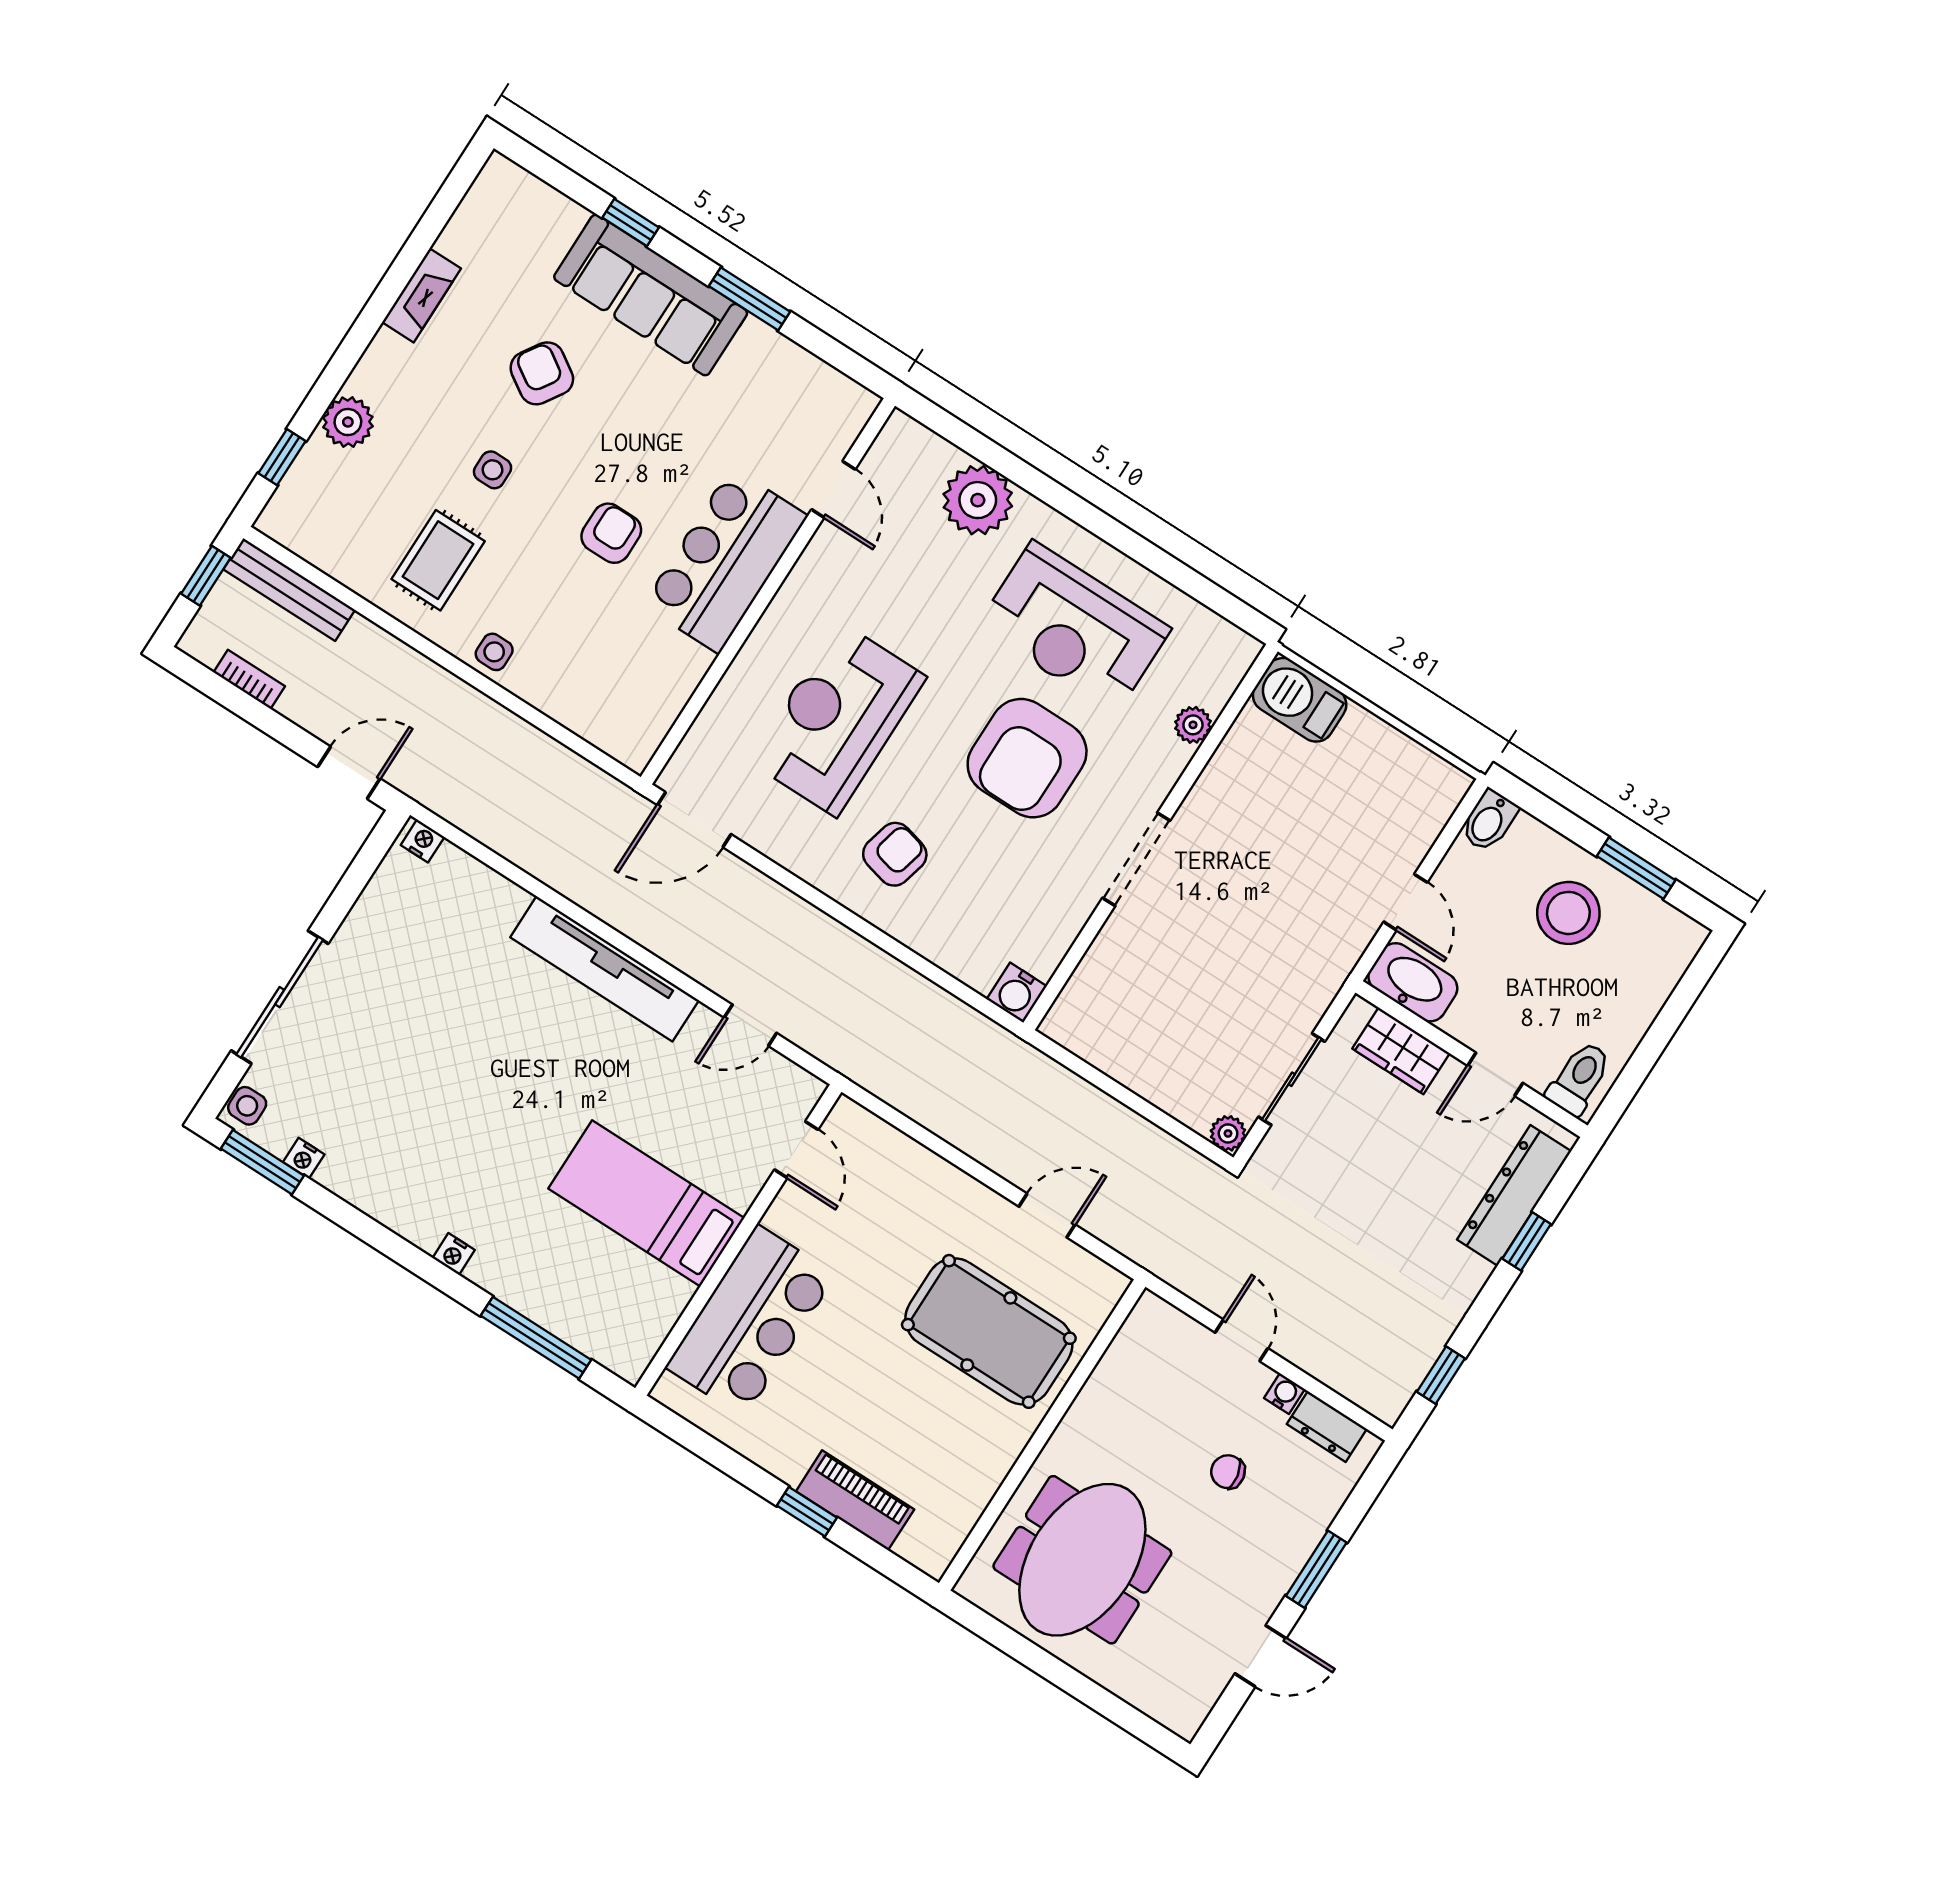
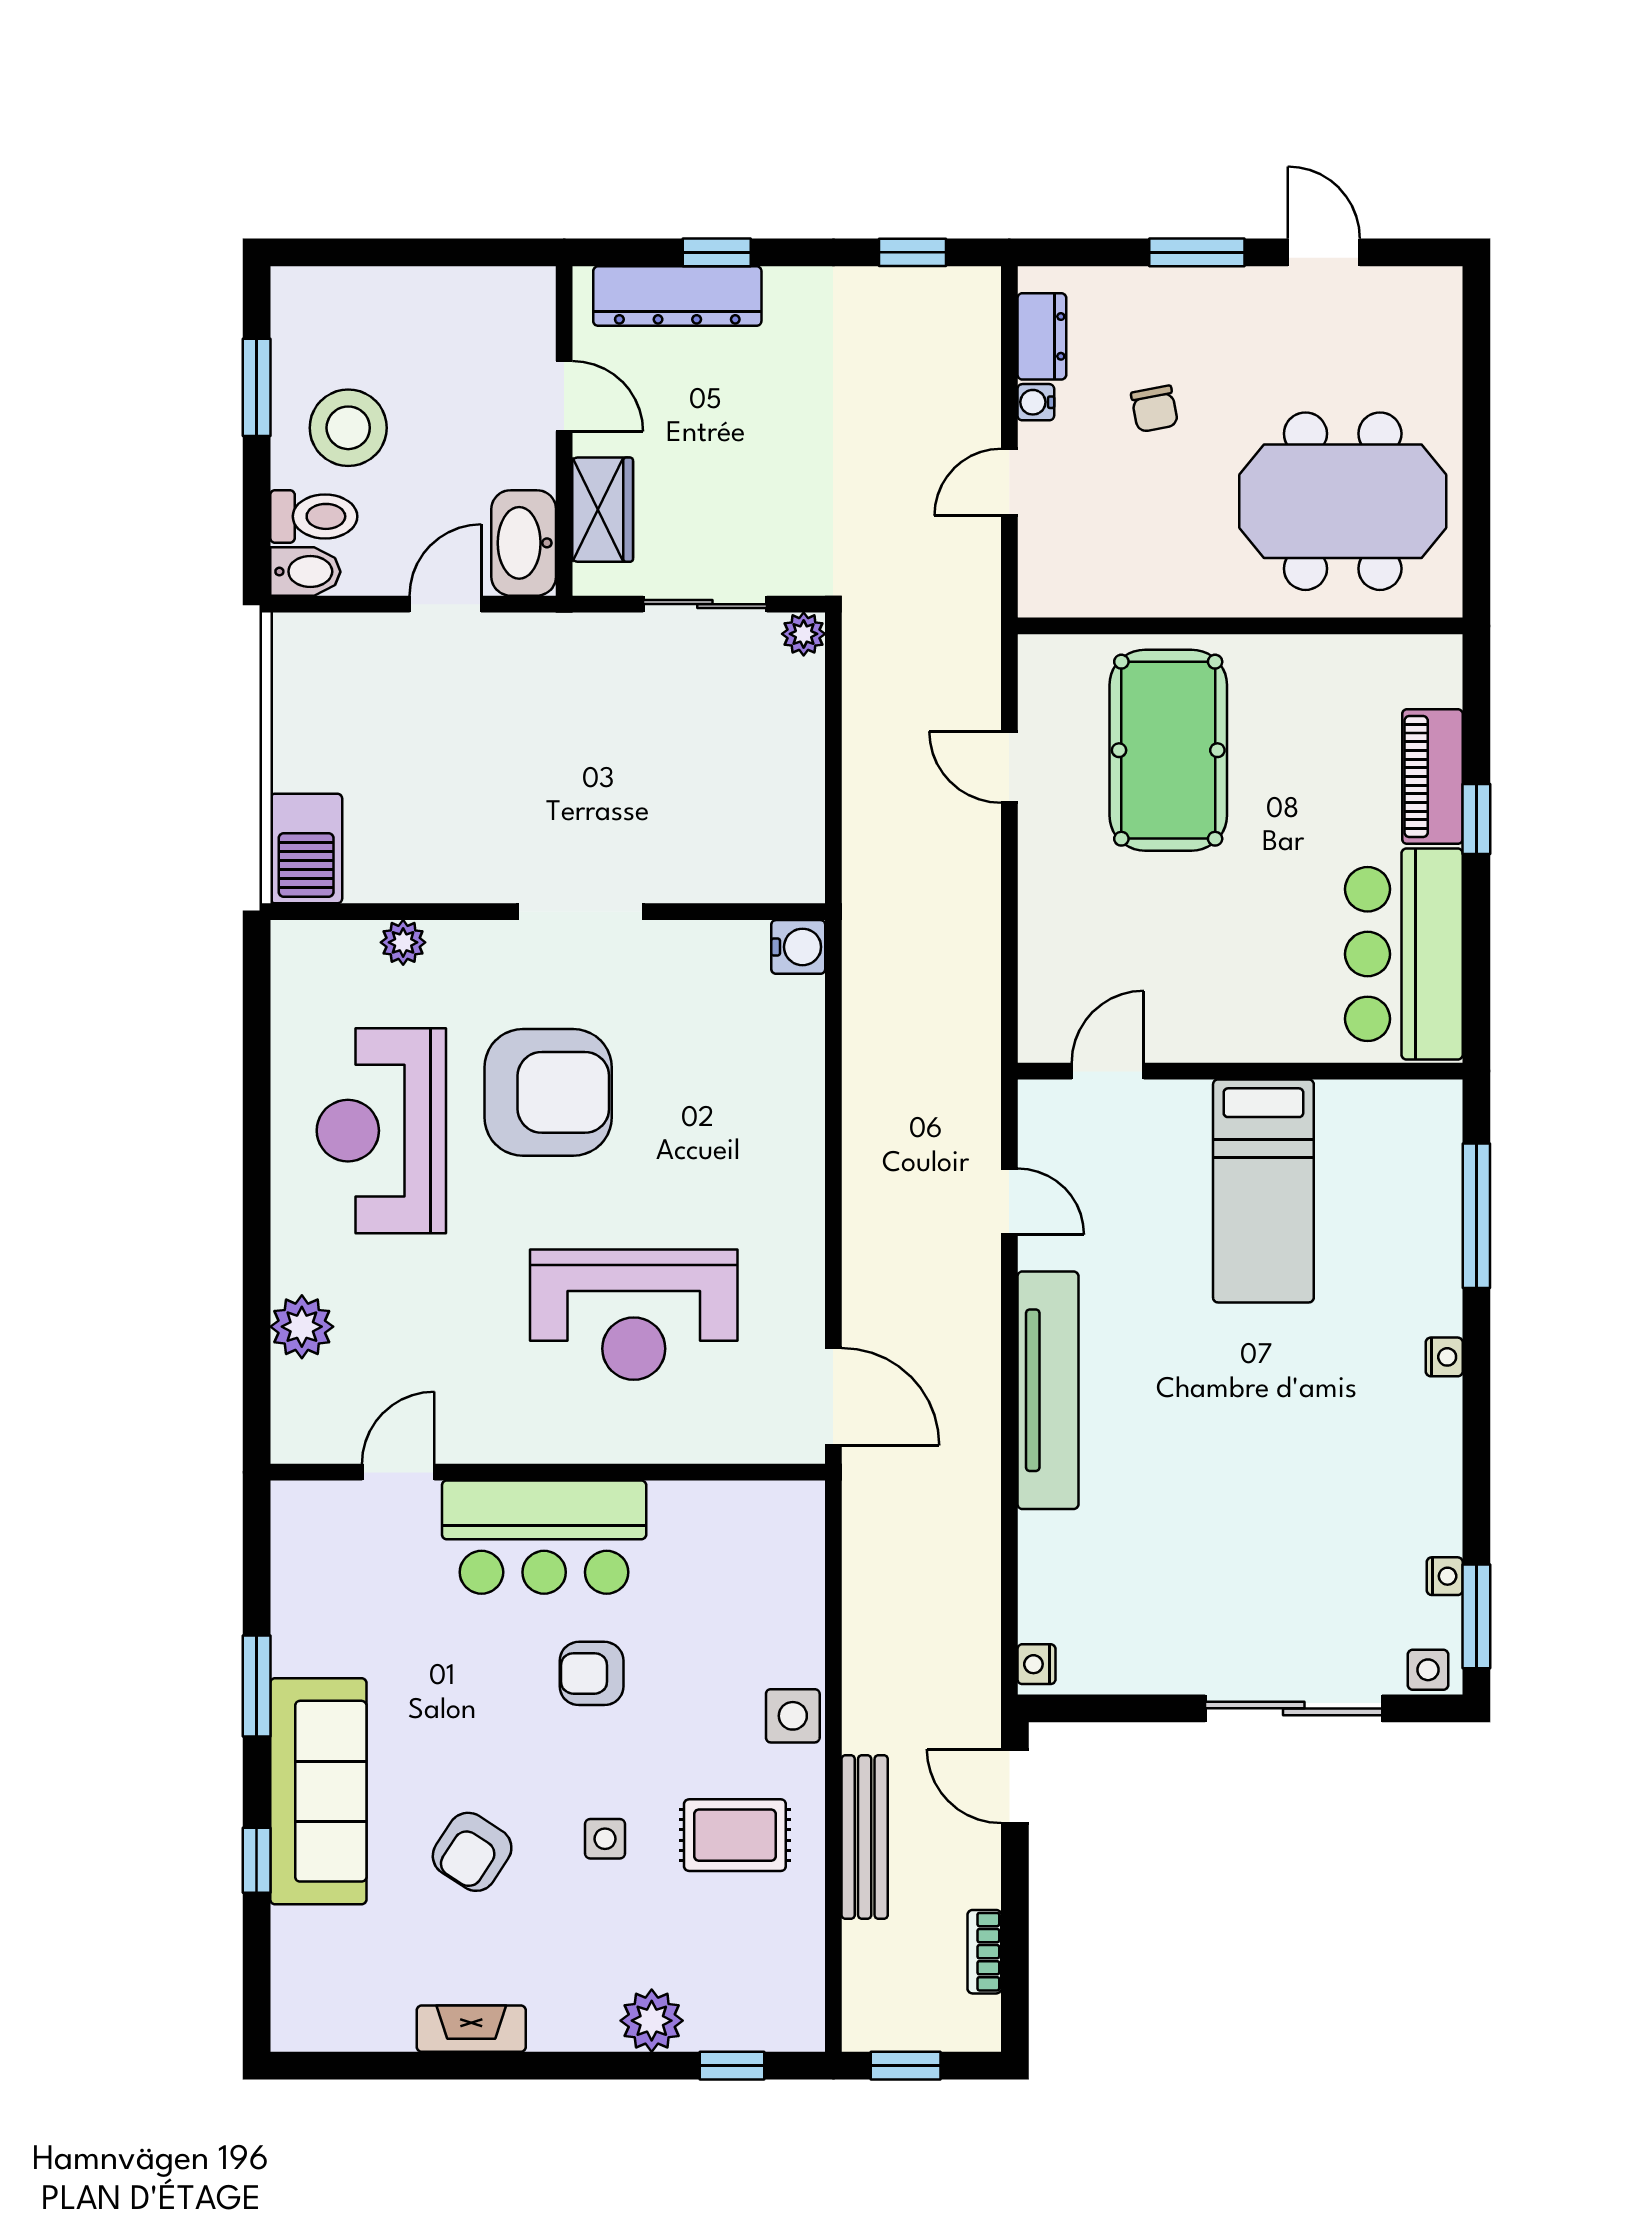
plant: (978, 500) -> (302, 1327), width x0.73, depth x0.73
bench: (289, 590) -> (865, 1837), moved
reception desk: (1074, 628) -> (381, 1131), turned 180
side table: (494, 652) -> (793, 1716), width x1.37, depth x1.37
armchair: (895, 854) -> (736, 1166), removed
toilet: (1579, 1078) -> (314, 516), moved, turned 180
bar counter: (751, 1321) -> (1404, 954), moved, turned -90

